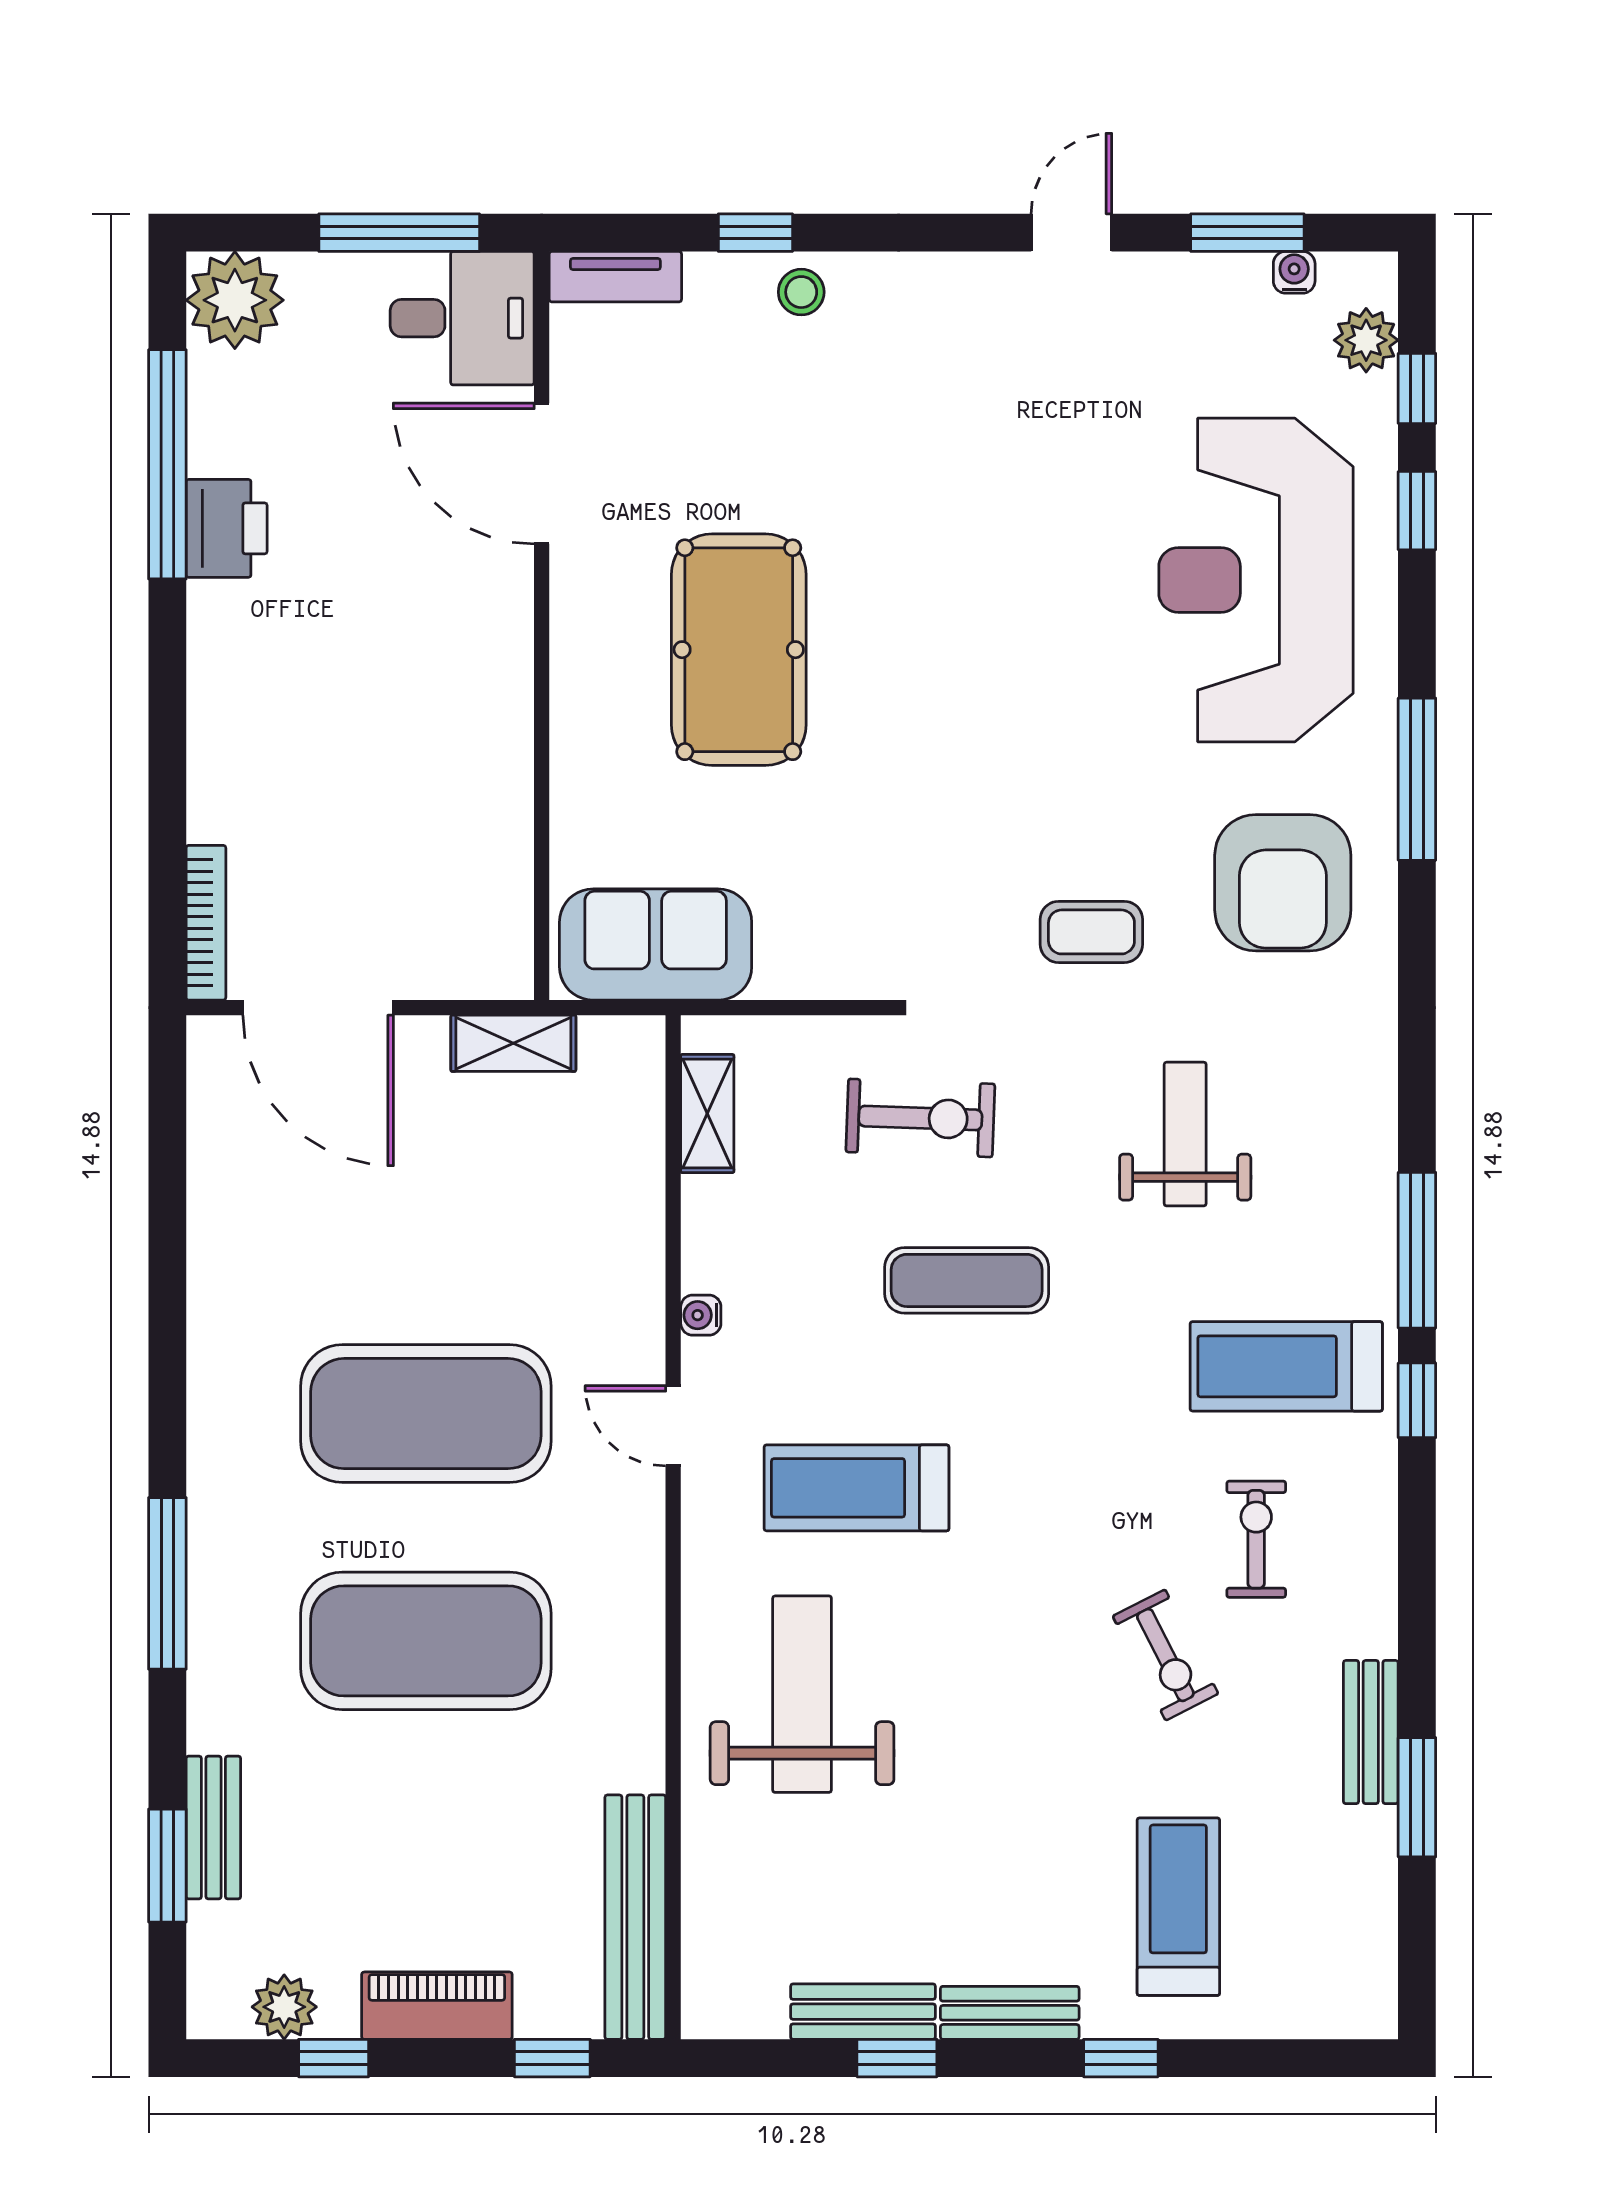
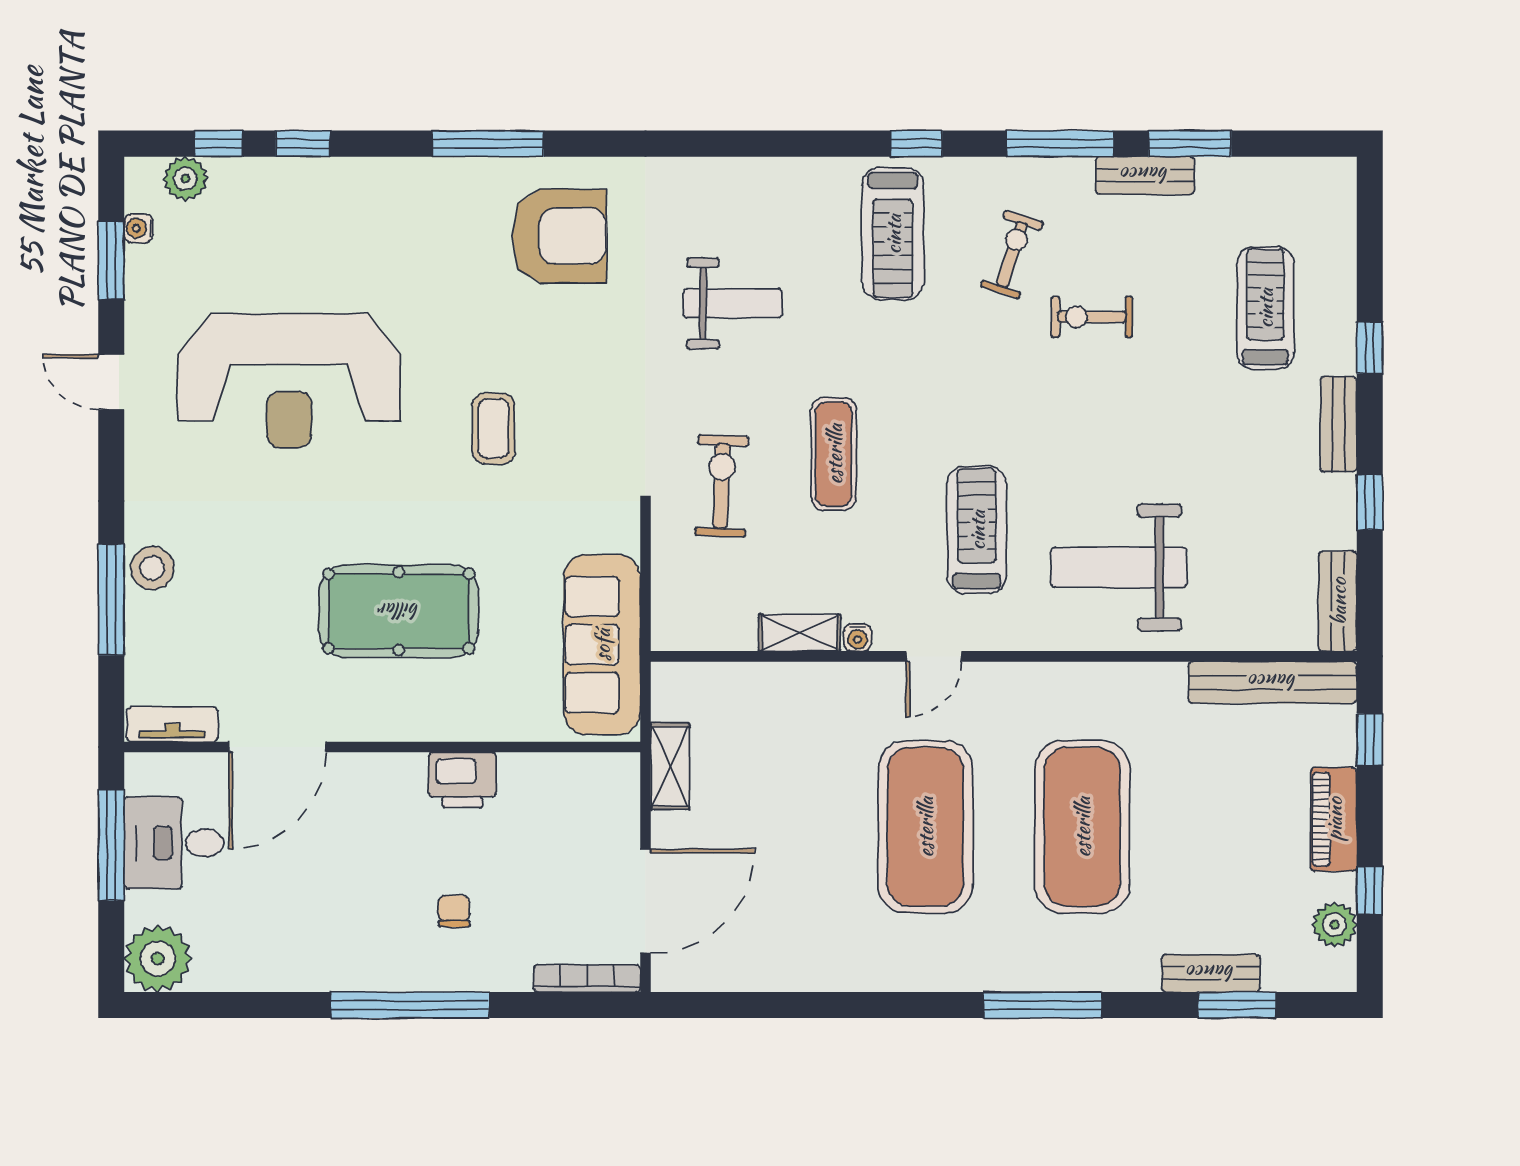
window: (755, 233) -> (111, 600), width x2.17
tv unit: (615, 277) -> (172, 724), moved, turned -90
stool: (801, 292) -> (152, 568), width x1.37, depth x1.37
desk: (462, 318) -> (174, 843), moved, turned -90
window: (167, 464) -> (410, 1005), moved
printer: (227, 528) -> (462, 780), moved, turned 180
reception desk: (1256, 580) -> (289, 381), moved
chair: (304, 730) -> (454, 911), added
coffee table: (1091, 932) -> (493, 429), moved
sofa: (656, 945) -> (602, 645), width x1.36
shelving: (707, 1114) -> (799, 633), moved
weight bench: (1185, 1134) -> (733, 303), turned 180
window: (1417, 1250) -> (1060, 144), moved
treadmill: (857, 1488) -> (977, 530), turned 180
exercise bike: (1256, 1539) -> (1012, 254), turned 108
exercise bike: (1165, 1655) -> (1092, 317), turned -153
treadmill: (1178, 1907) -> (1265, 308), turned 90
bench: (863, 2012) -> (1338, 601), moved

